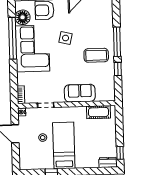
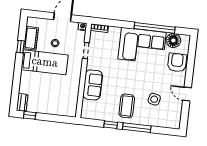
side table: (66, 38) -> (154, 99), moved
cot: (99, 112) -> (31, 38), moved

